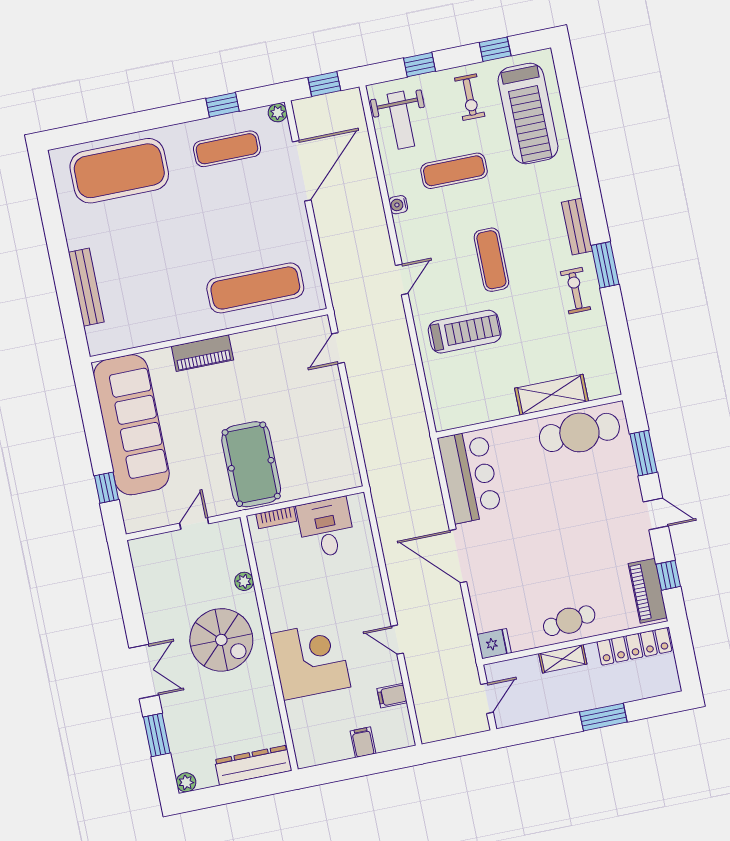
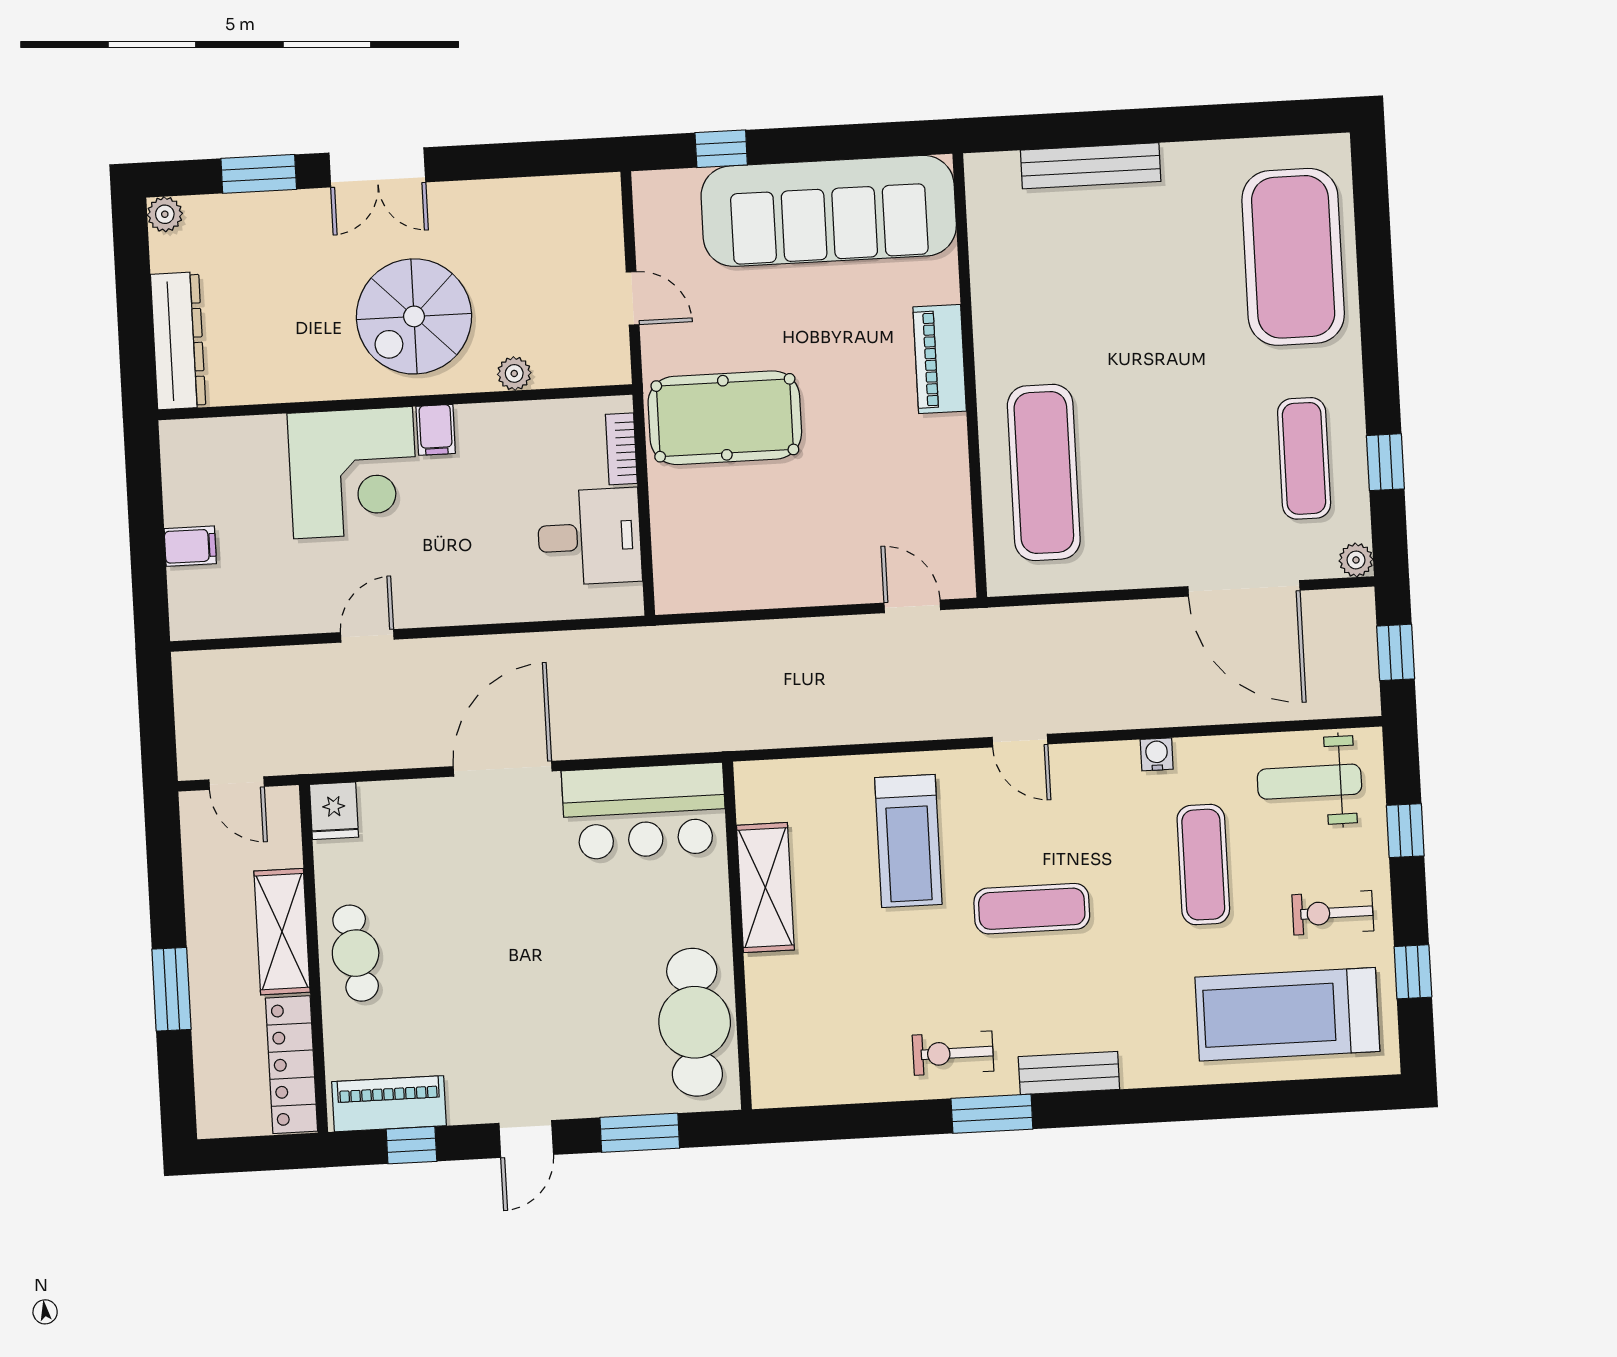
exercise bike: (576, 291) -> (953, 1053), turned 180
shelving: (552, 395) -> (765, 888), moved
shelving: (563, 659) -> (282, 932), width x1.50, depth x1.33
filing cabinet: (392, 696) -> (436, 430), moved, turned 180

